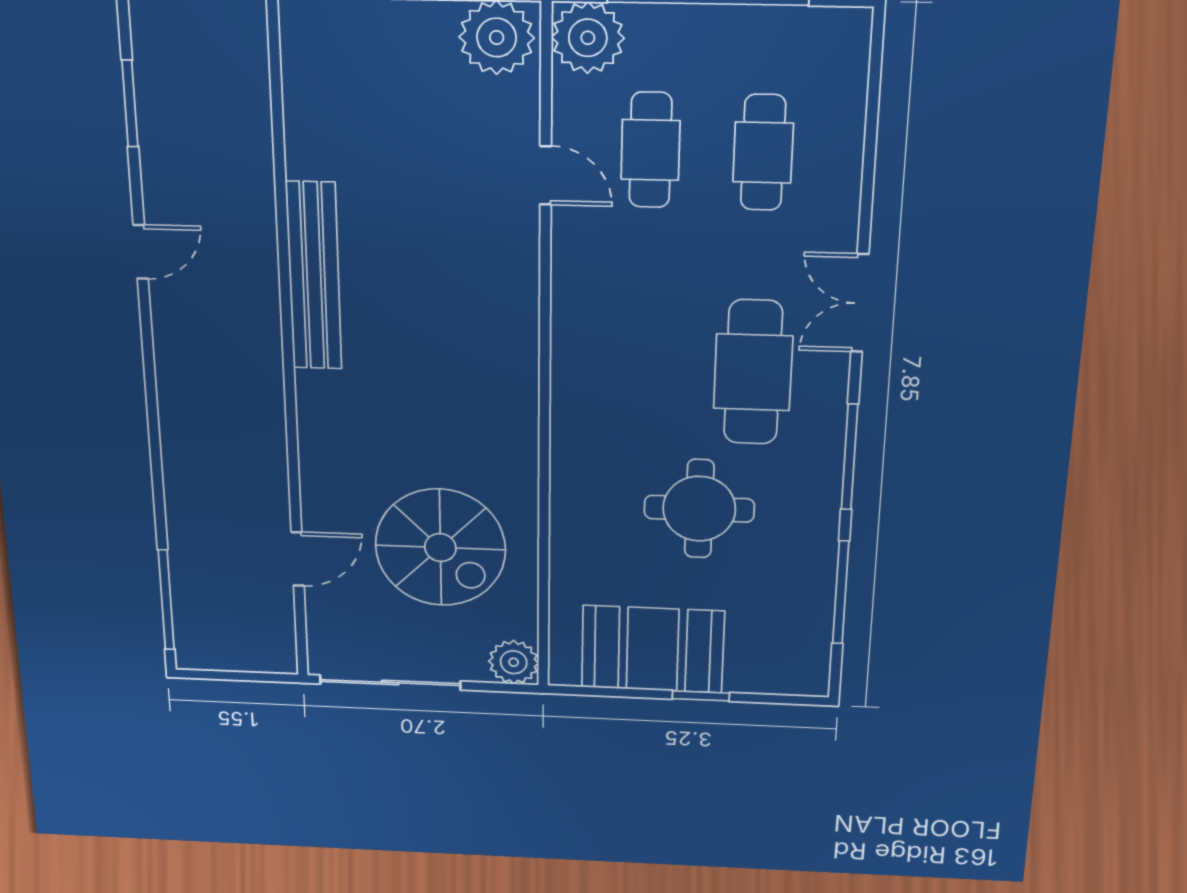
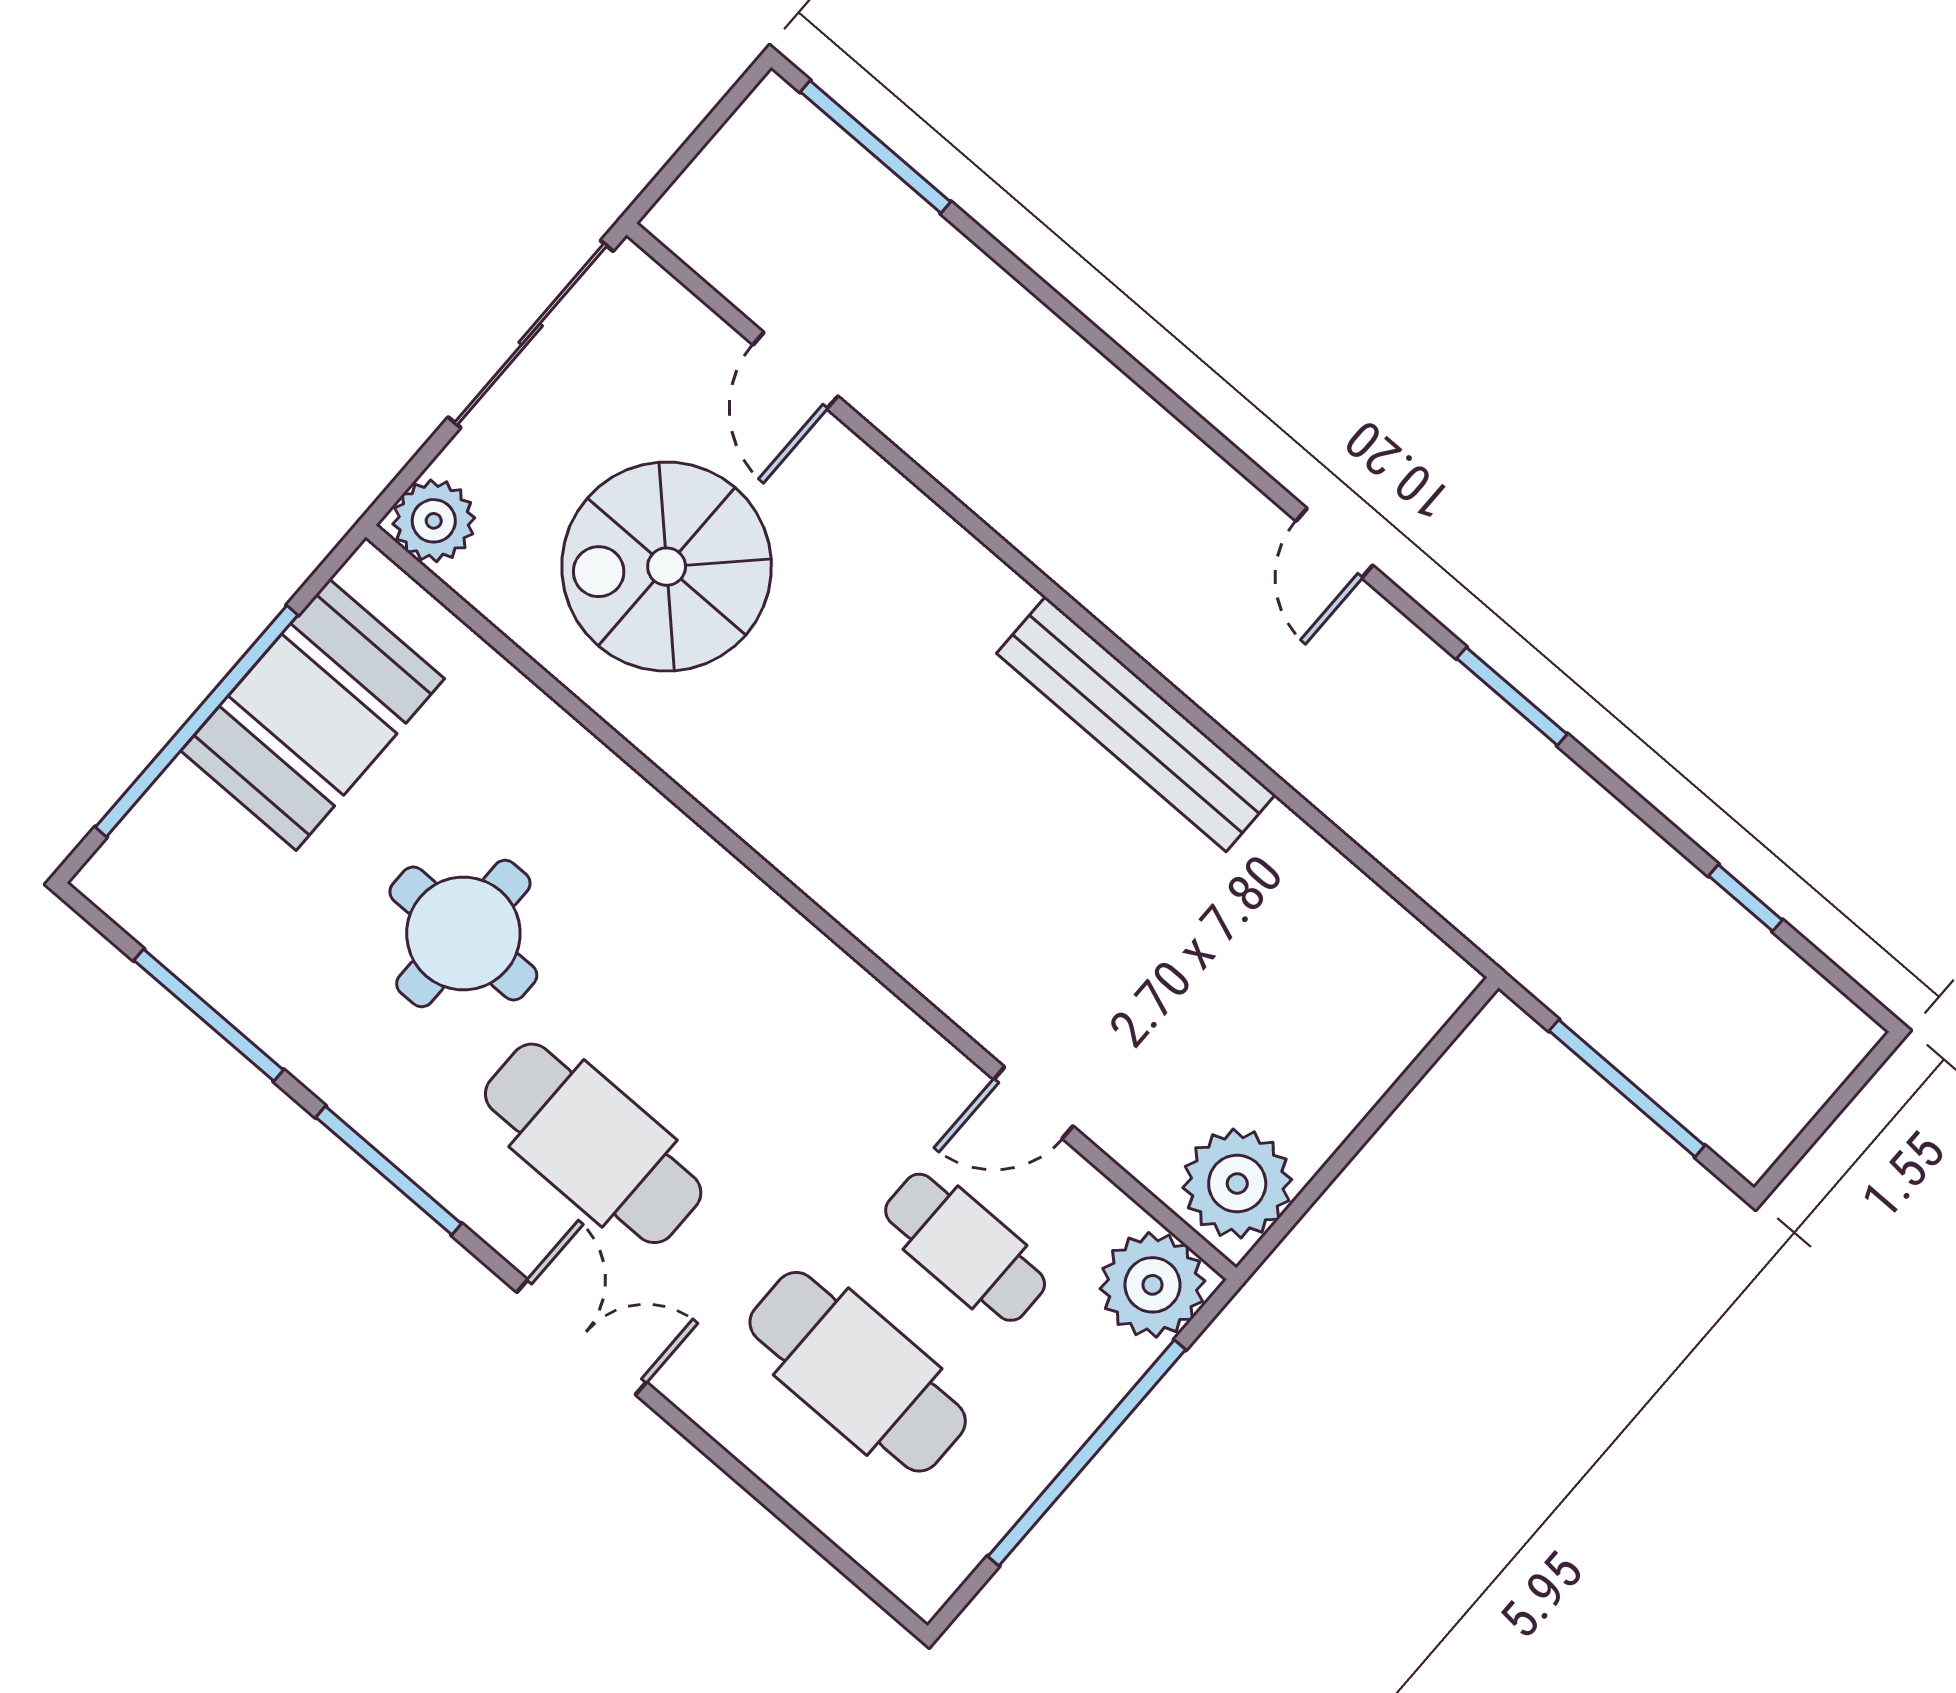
cafe table: (763, 153) -> (858, 1372), width x1.37, depth x1.35
window: (701, 696) -> (197, 721), width x3.17

